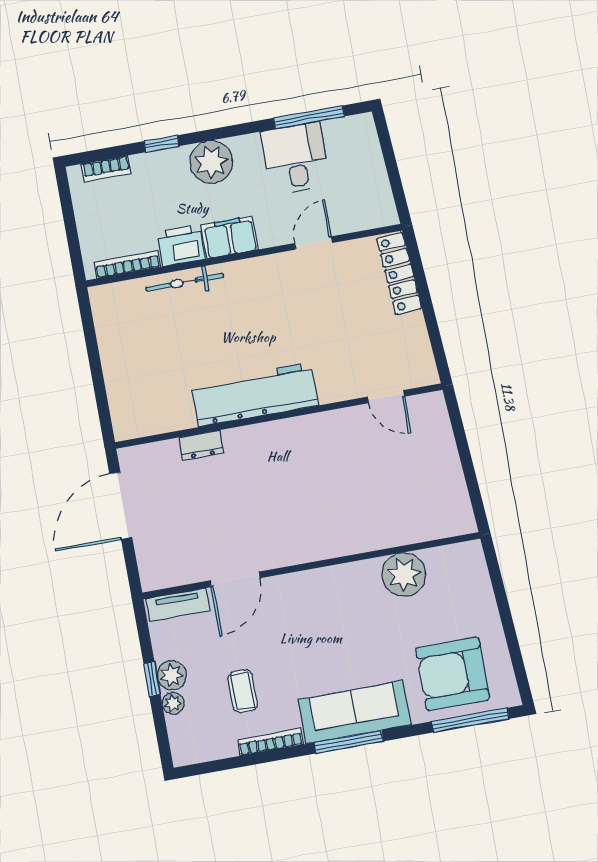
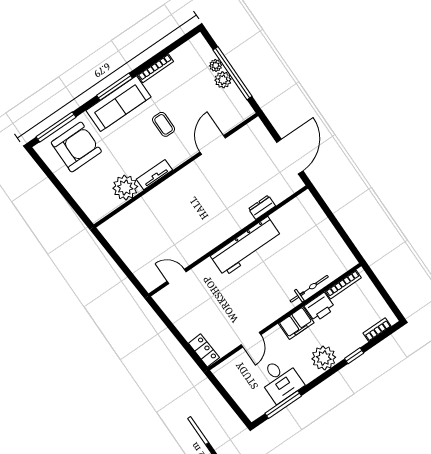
locker: (399, 273) -> (204, 350), width x0.66
tv unit: (178, 605) -> (154, 175), moved
window: (152, 679) -> (233, 73), width x3.17
coffee table: (243, 691) -> (164, 124), moved

